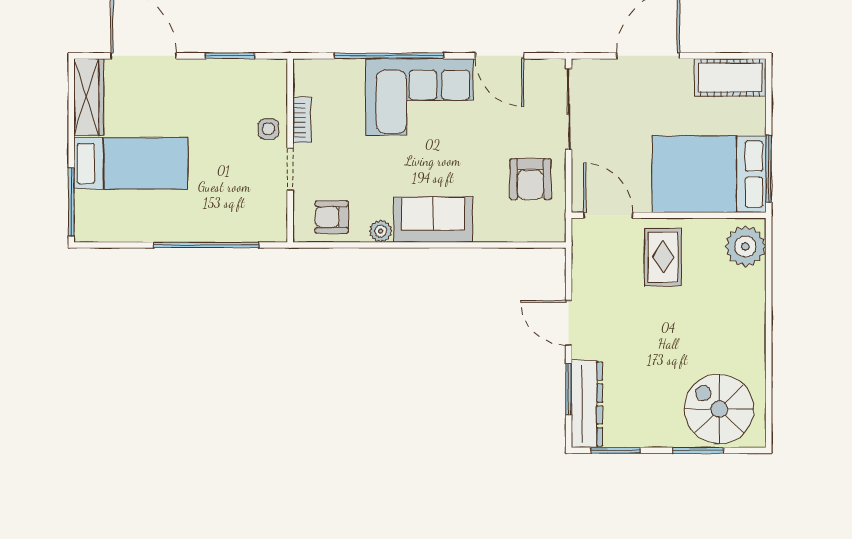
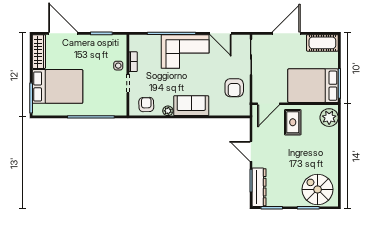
bed: (131, 163) -> (57, 86), width x1.50
door: (608, 215) -> (268, 104), swing flipped
armchair: (332, 217) -> (146, 105), turned 89

